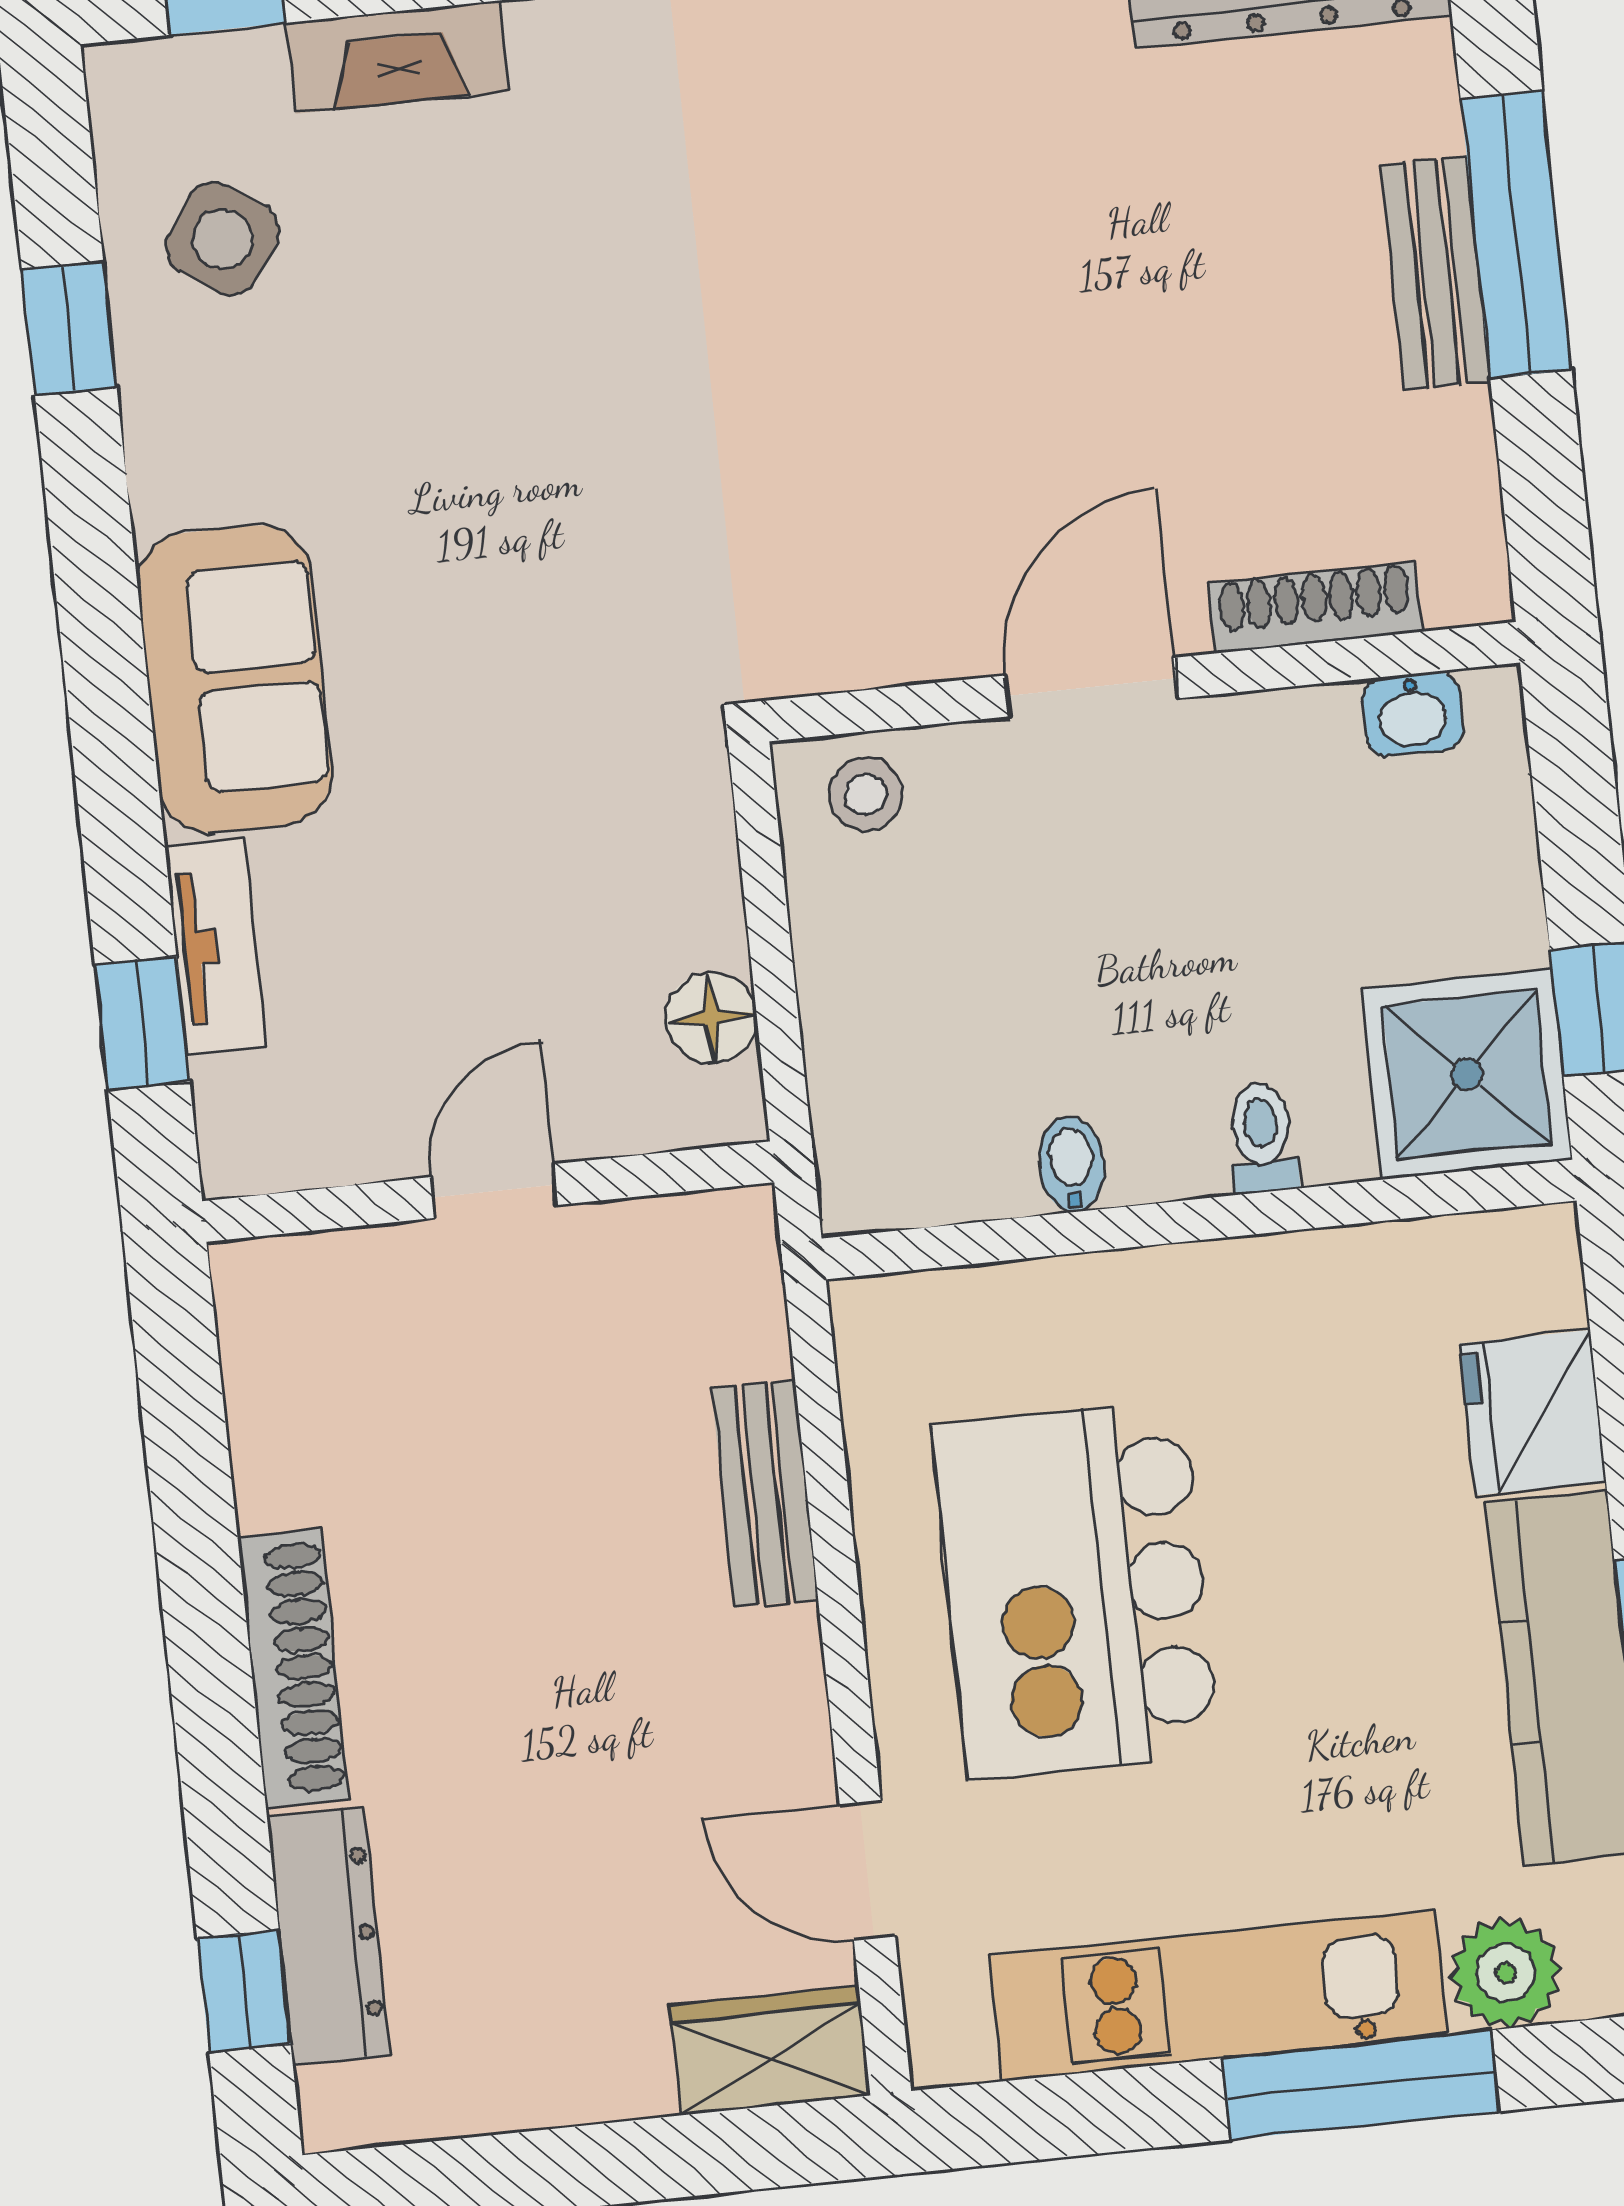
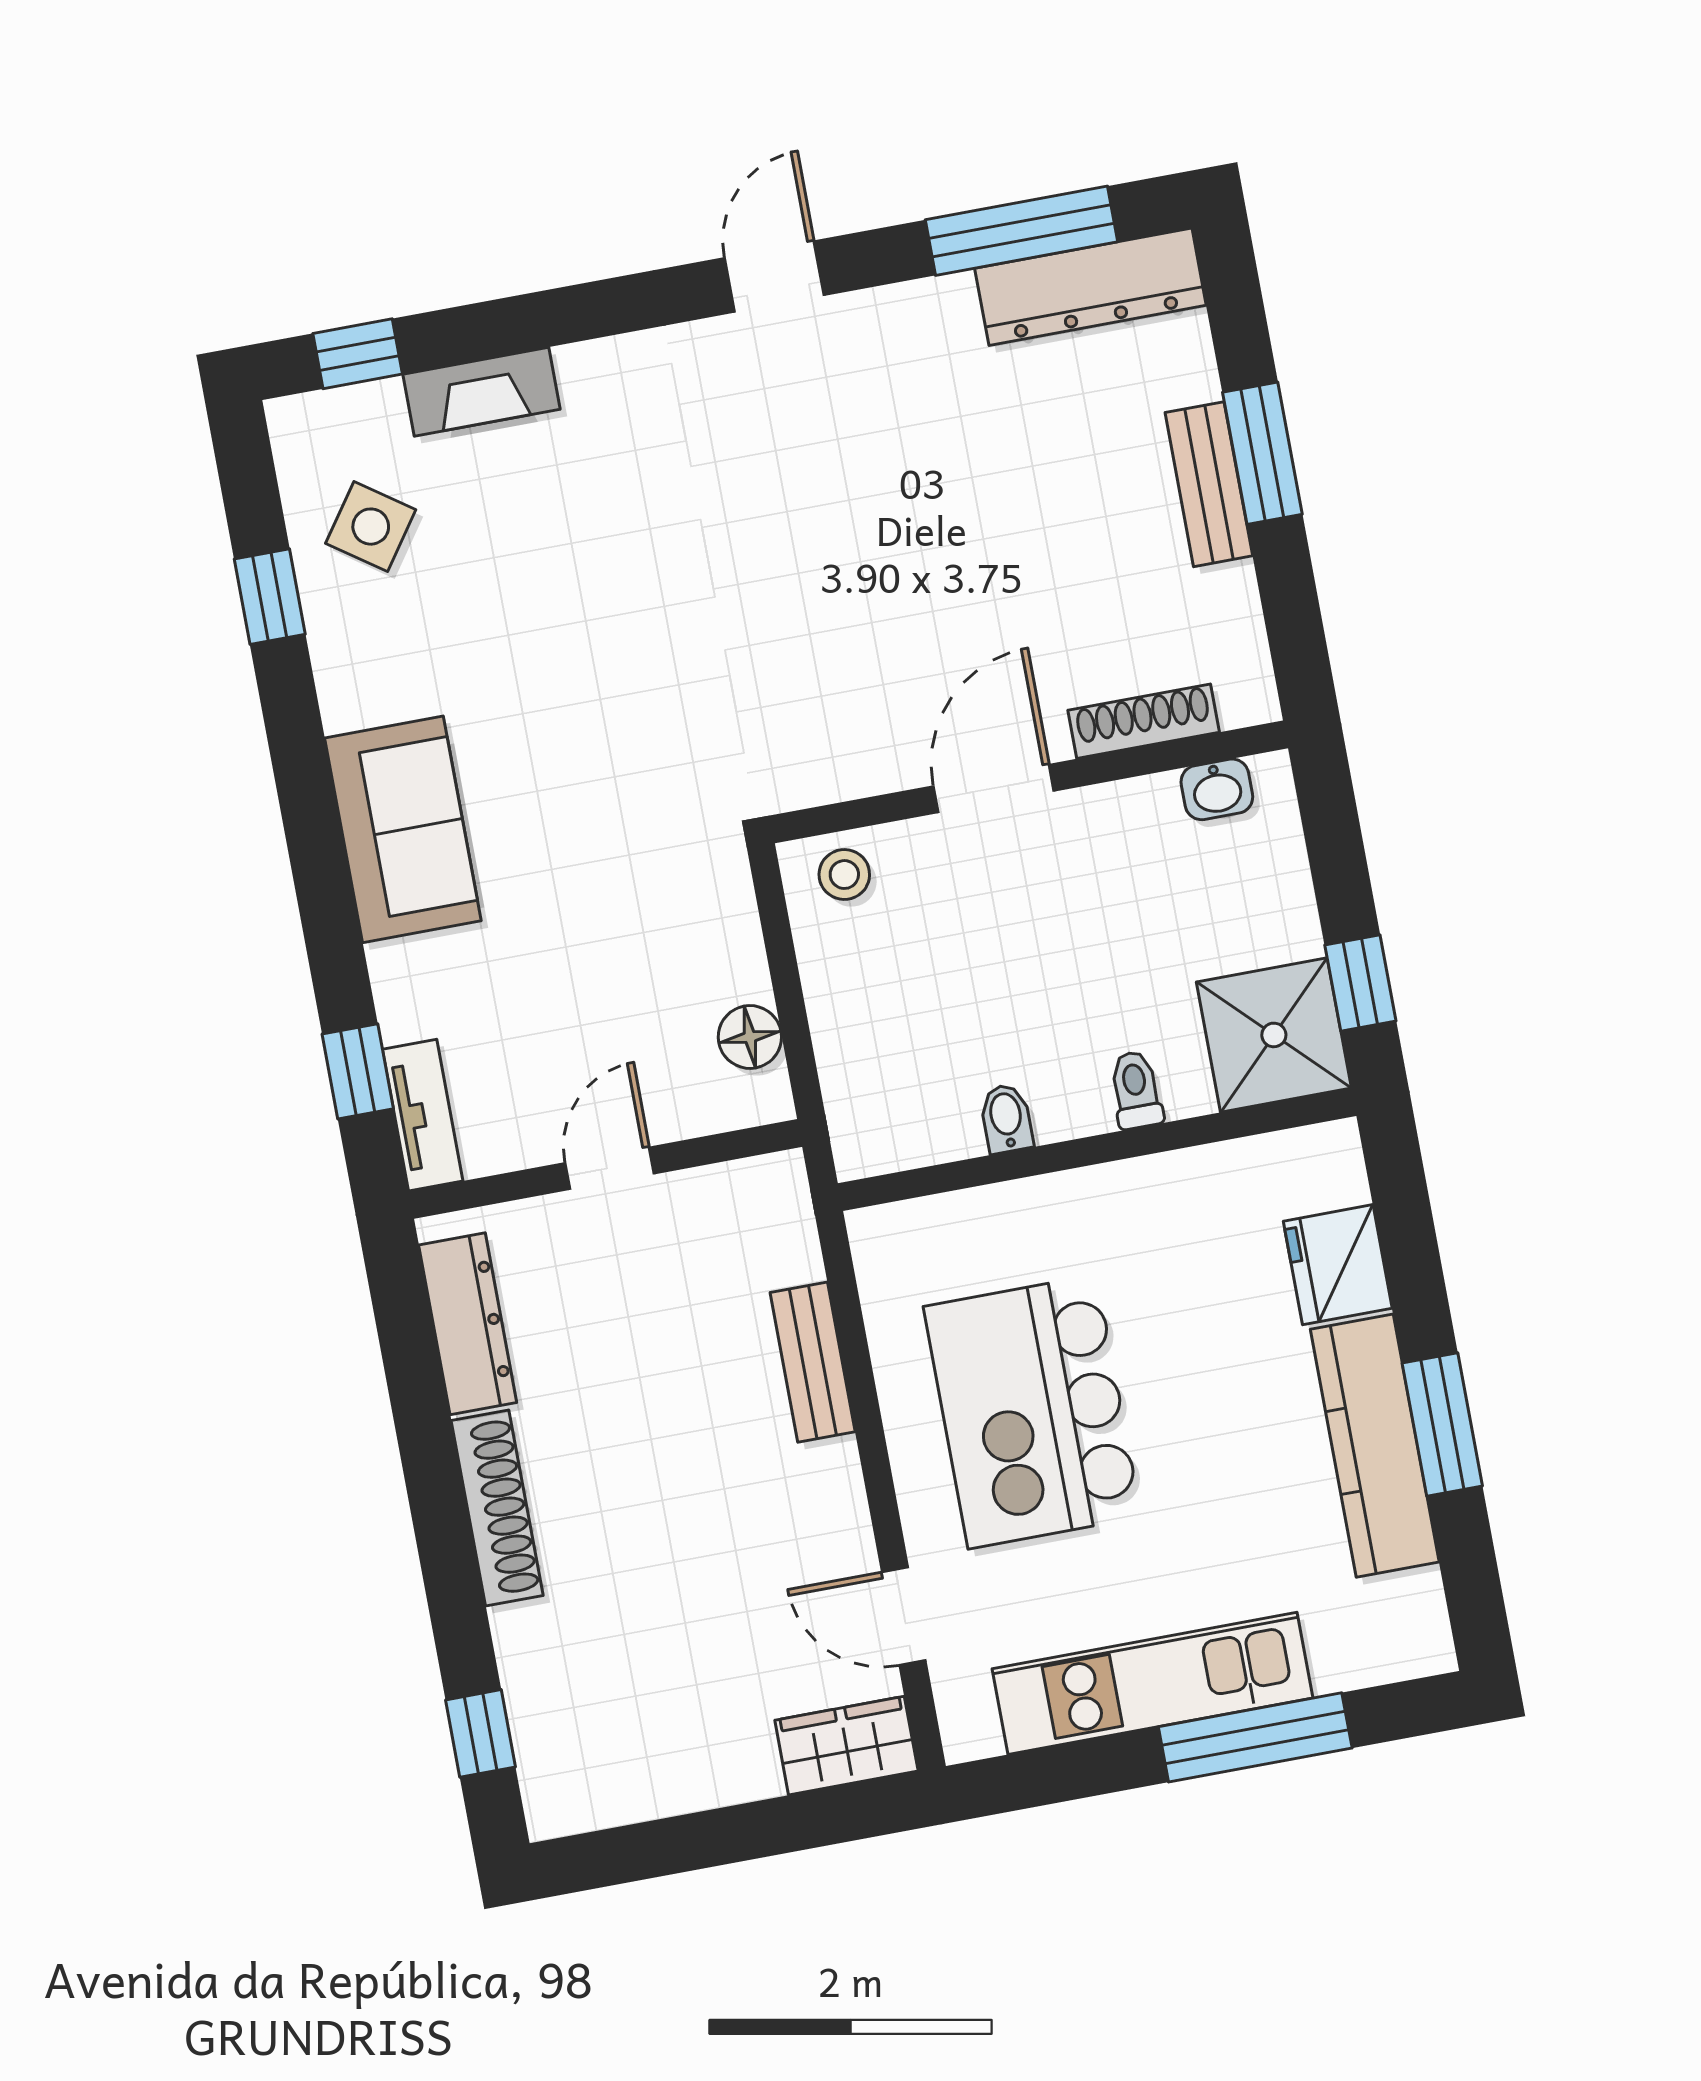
window: (1516, 234) -> (1262, 453), width x0.69
tv unit: (215, 946) -> (423, 1115), moved
dresser: (328, 1936) -> (468, 1324), moved
plant: (1505, 1973) -> (1349, 1652), removed

